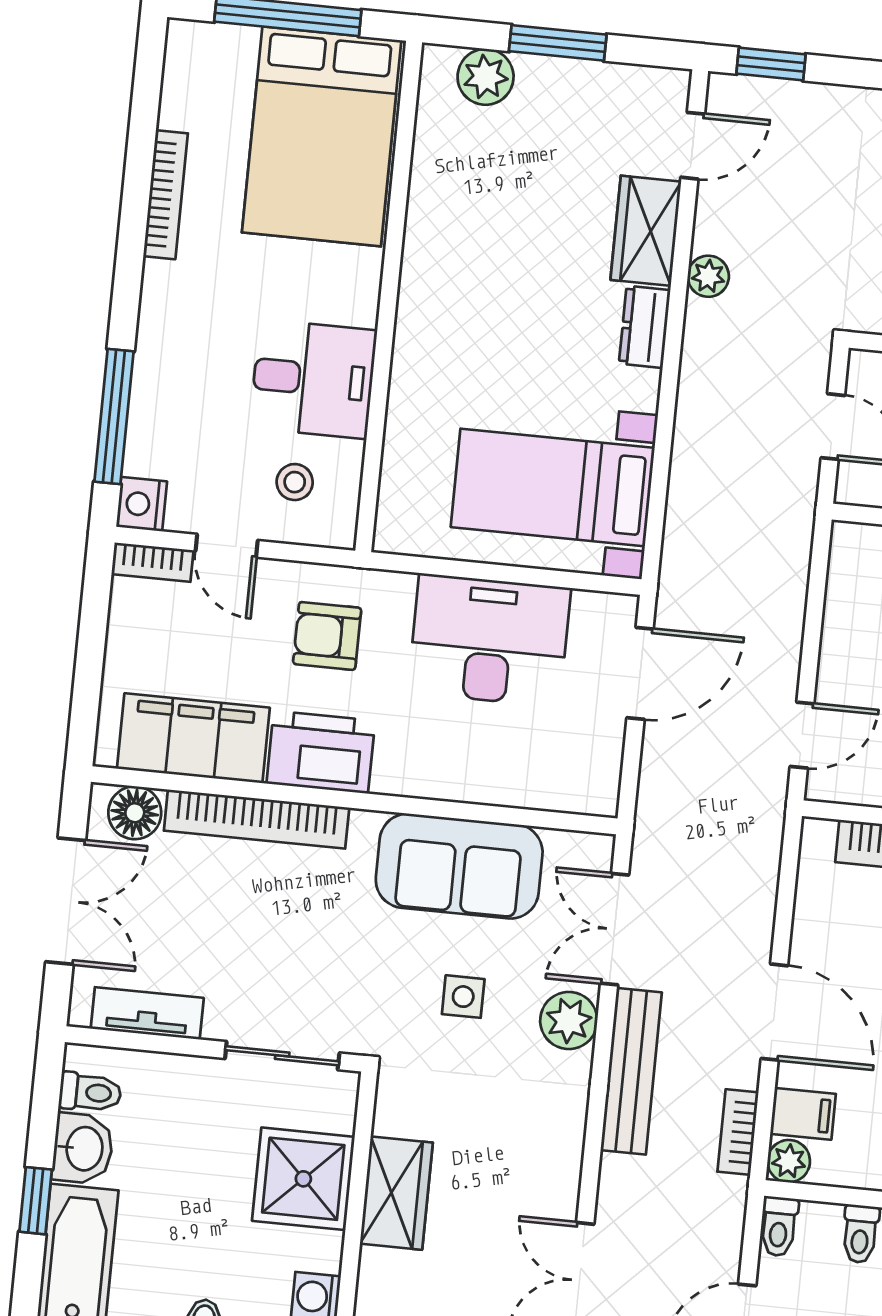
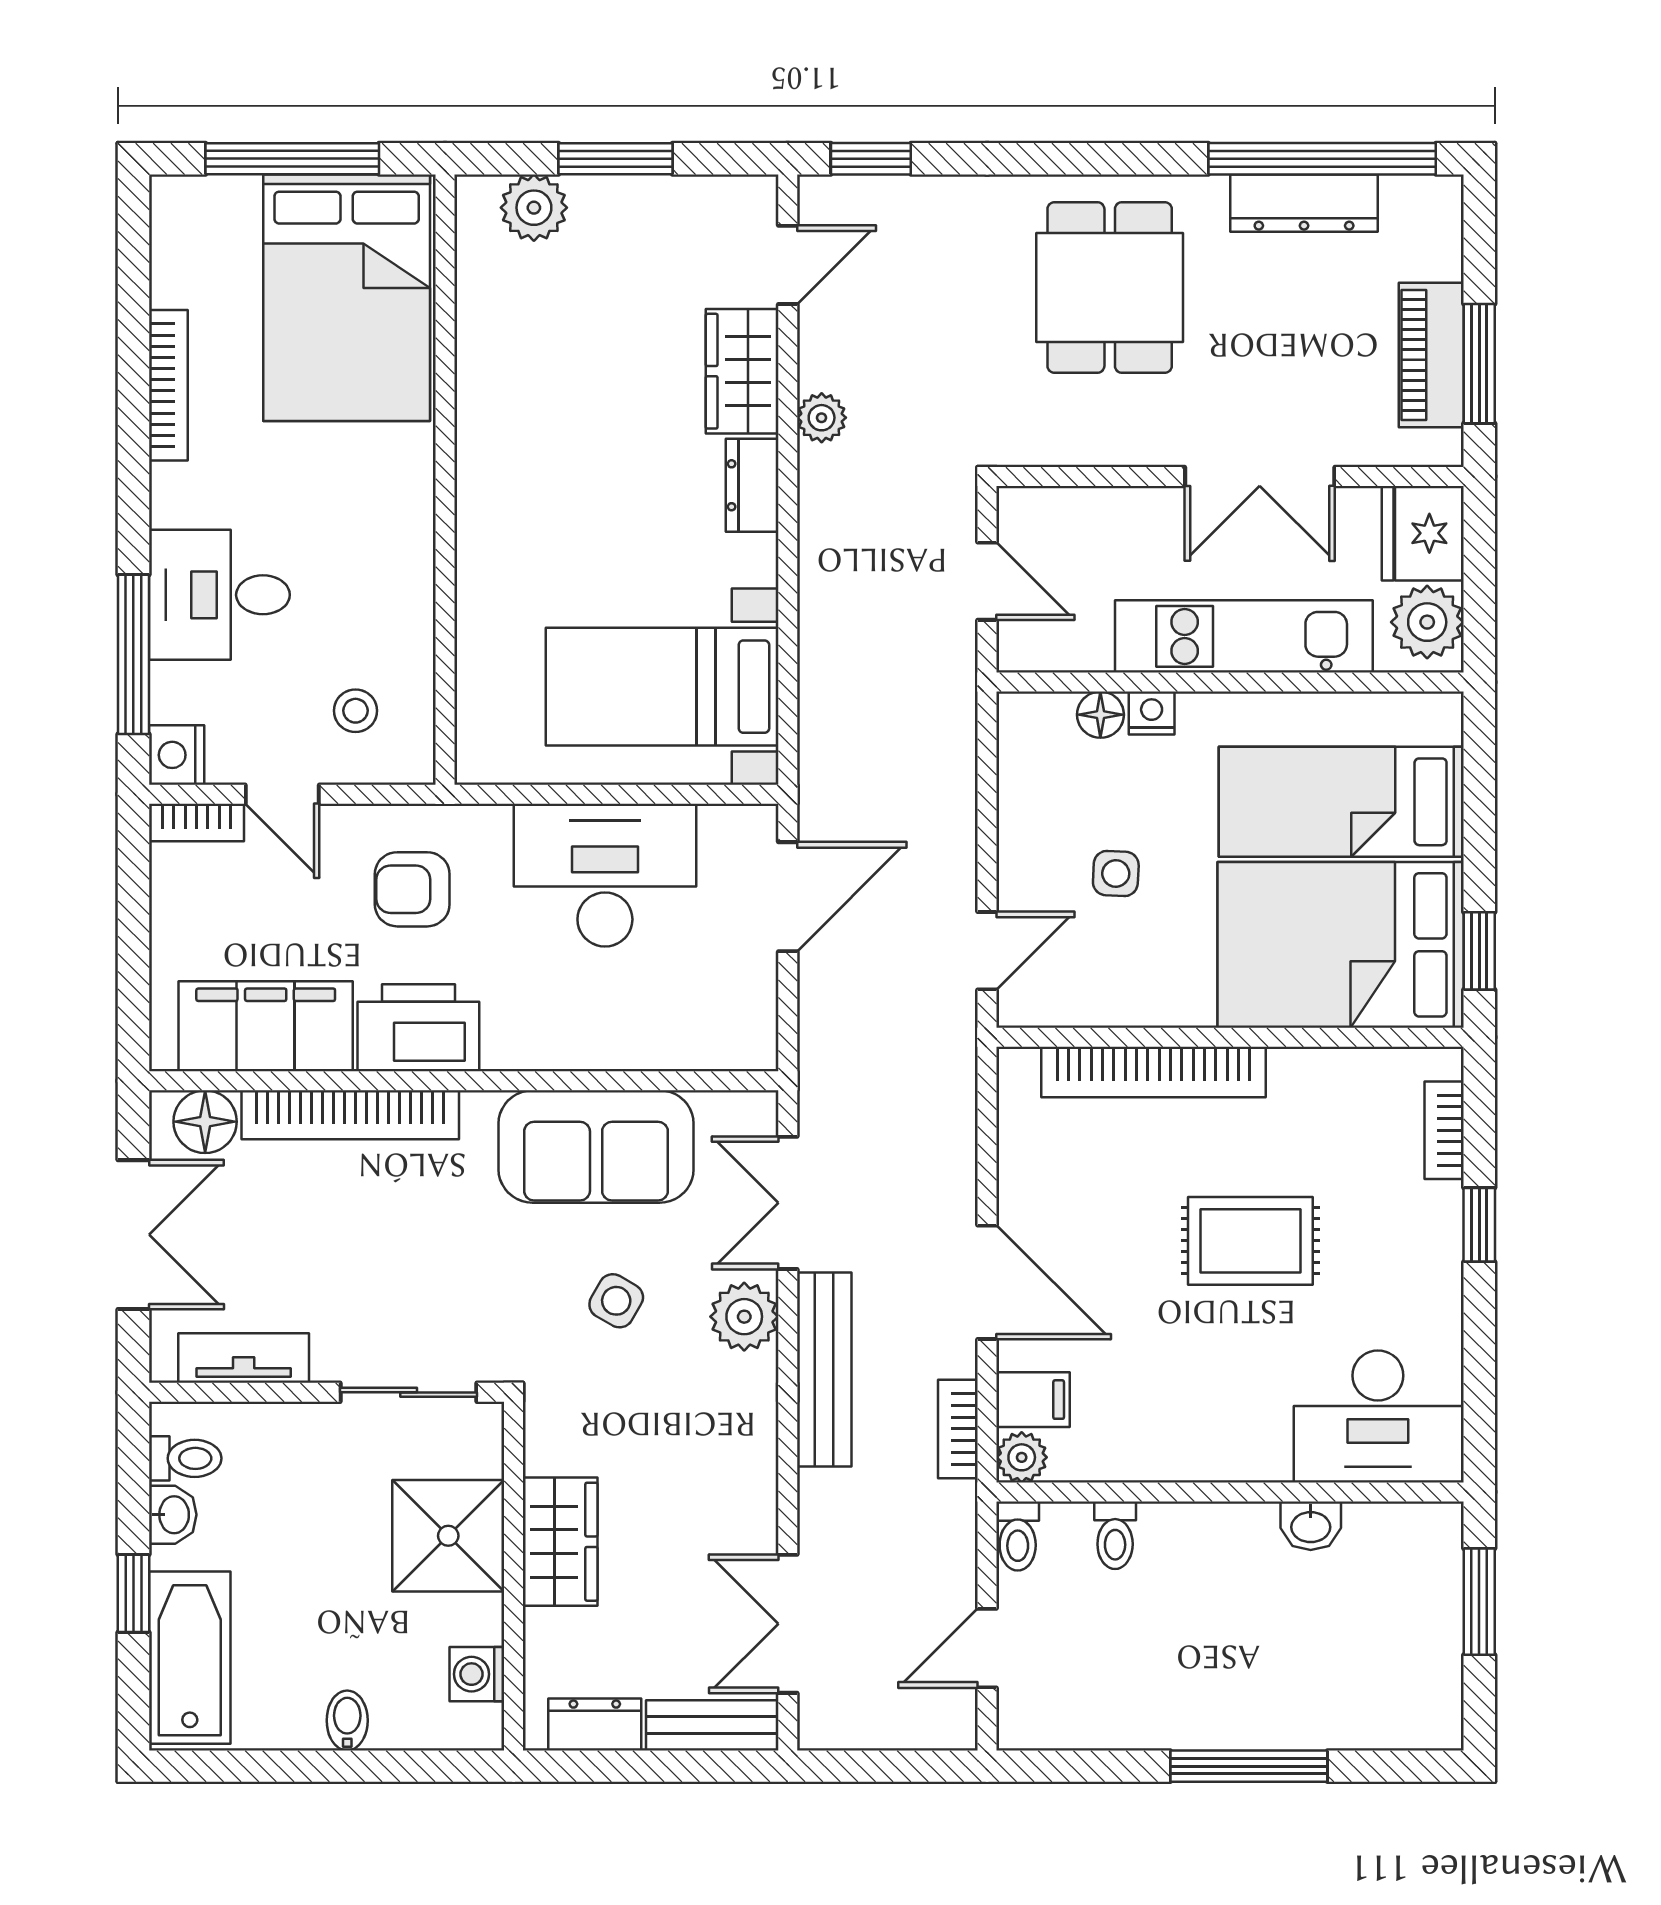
desk: (313, 379) -> (219, 595), moved, turned 180
side table: (463, 997) -> (616, 1301), turned 30
washbasin: (83, 1149) -> (173, 1515), width x0.72, depth x0.69

